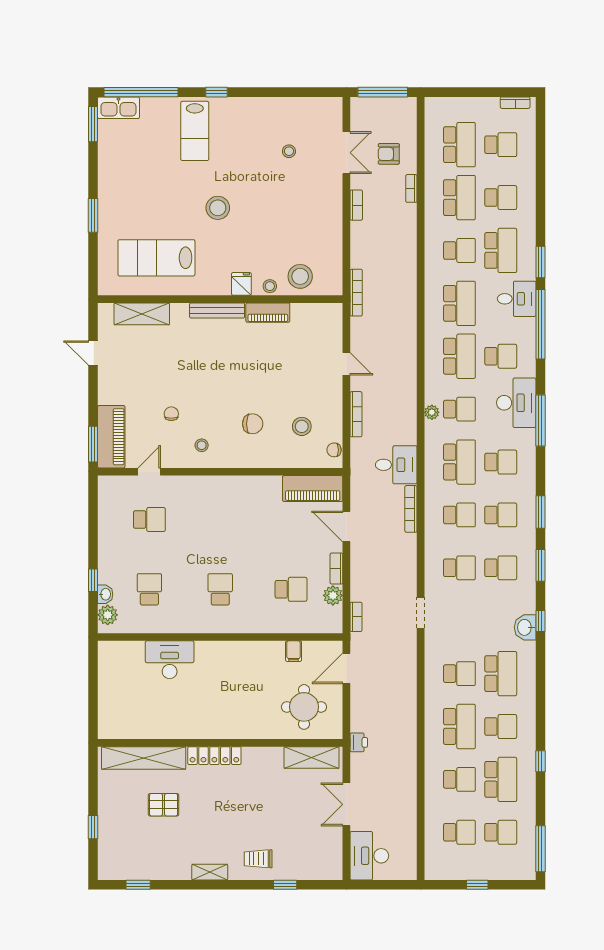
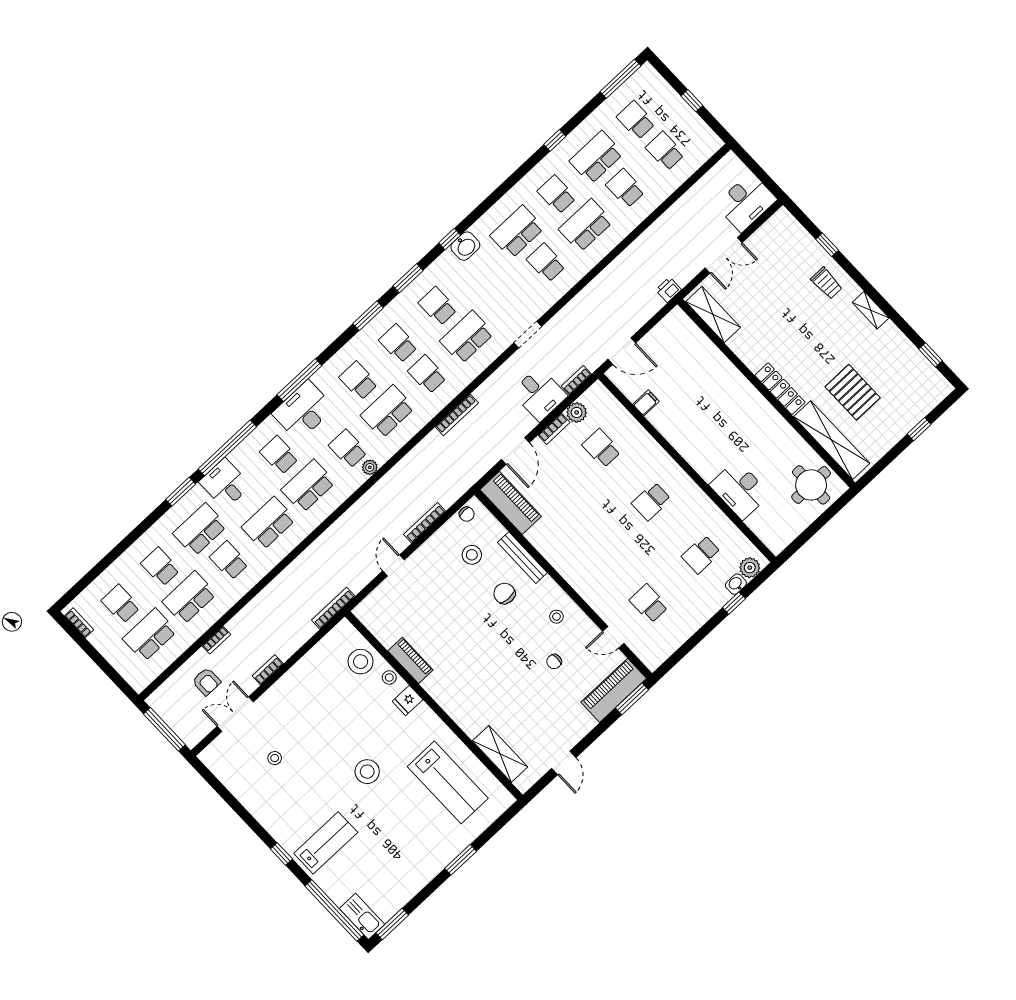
bench: (217, 311) -> (522, 558), moved
desk: (396, 465) -> (539, 394), moved, turned 180
school desk: (459, 568) -> (467, 337), width x1.85
round table: (304, 707) -> (811, 485), moved
pallet: (164, 805) -> (853, 392), width x1.50, depth x1.42

